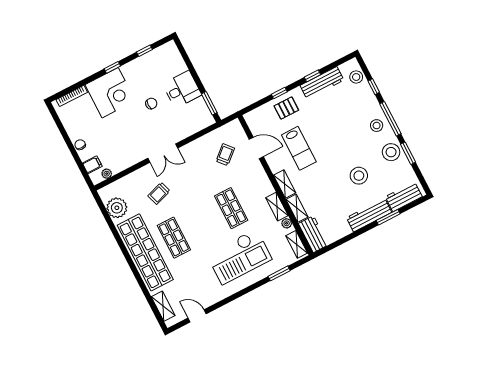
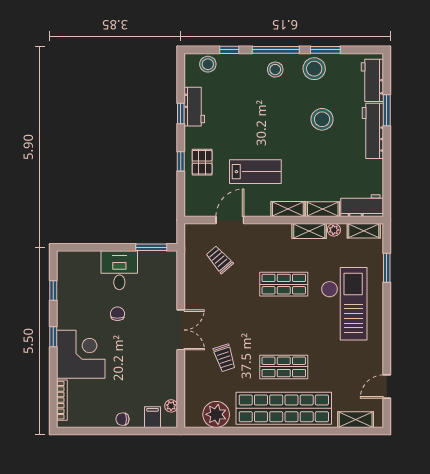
workbench: (322, 83) -> (194, 107), width x0.73

